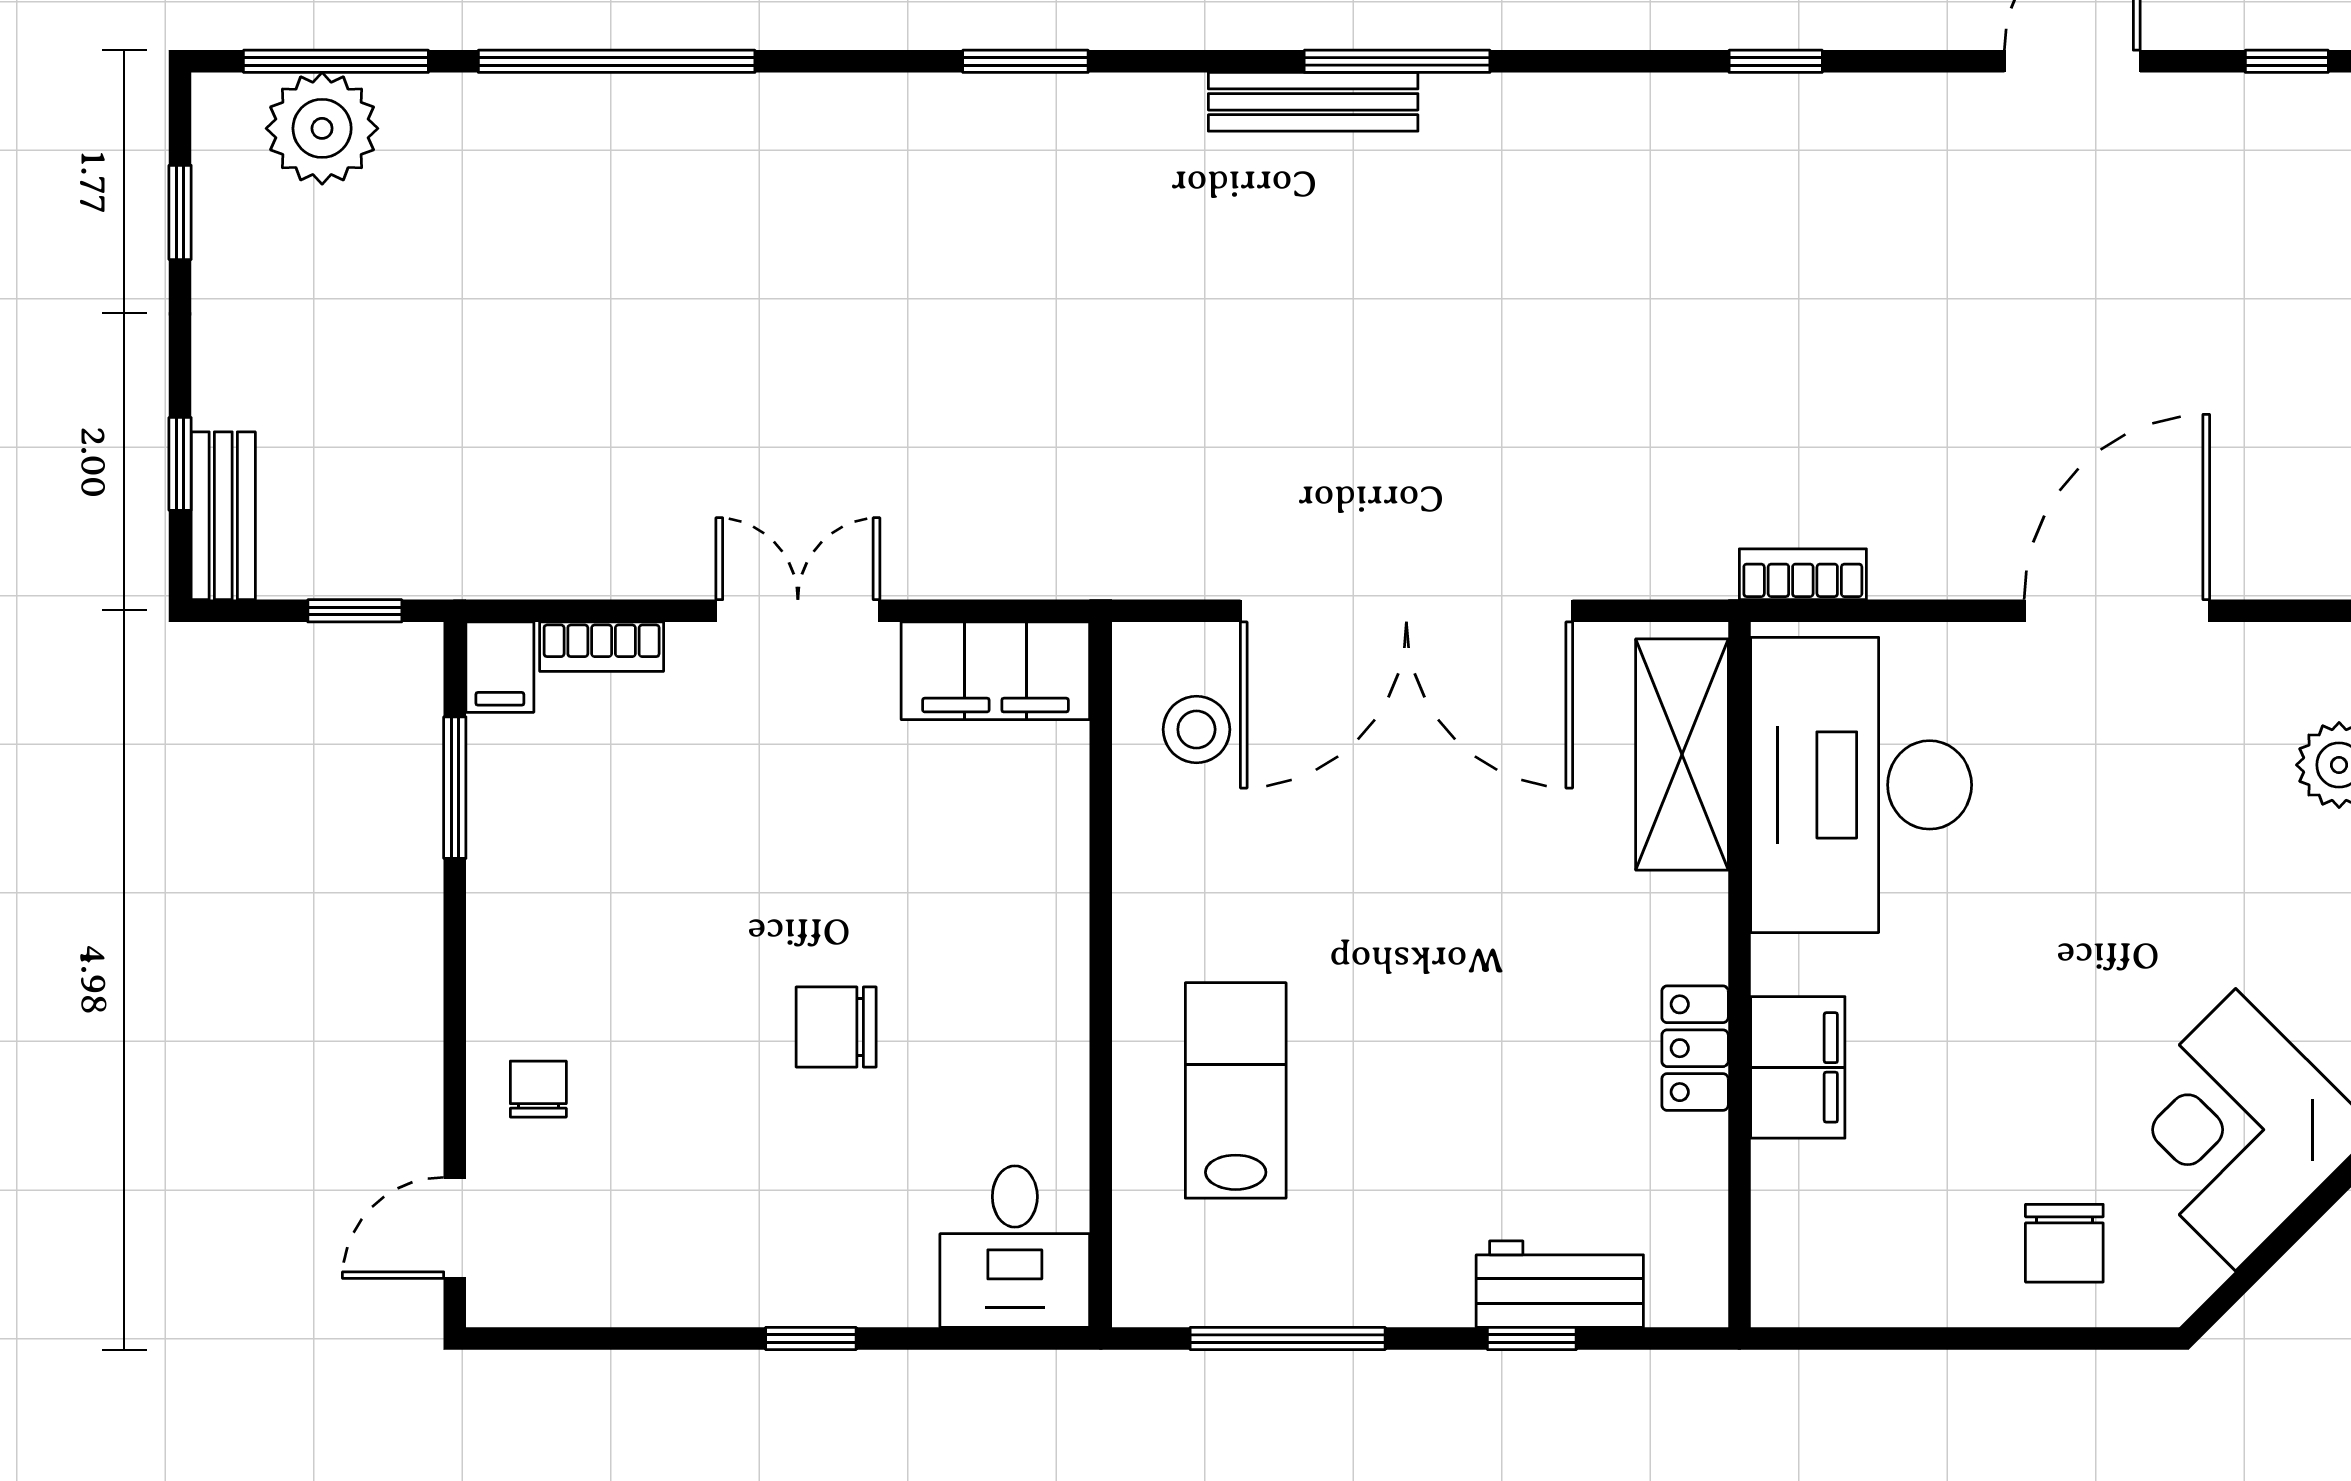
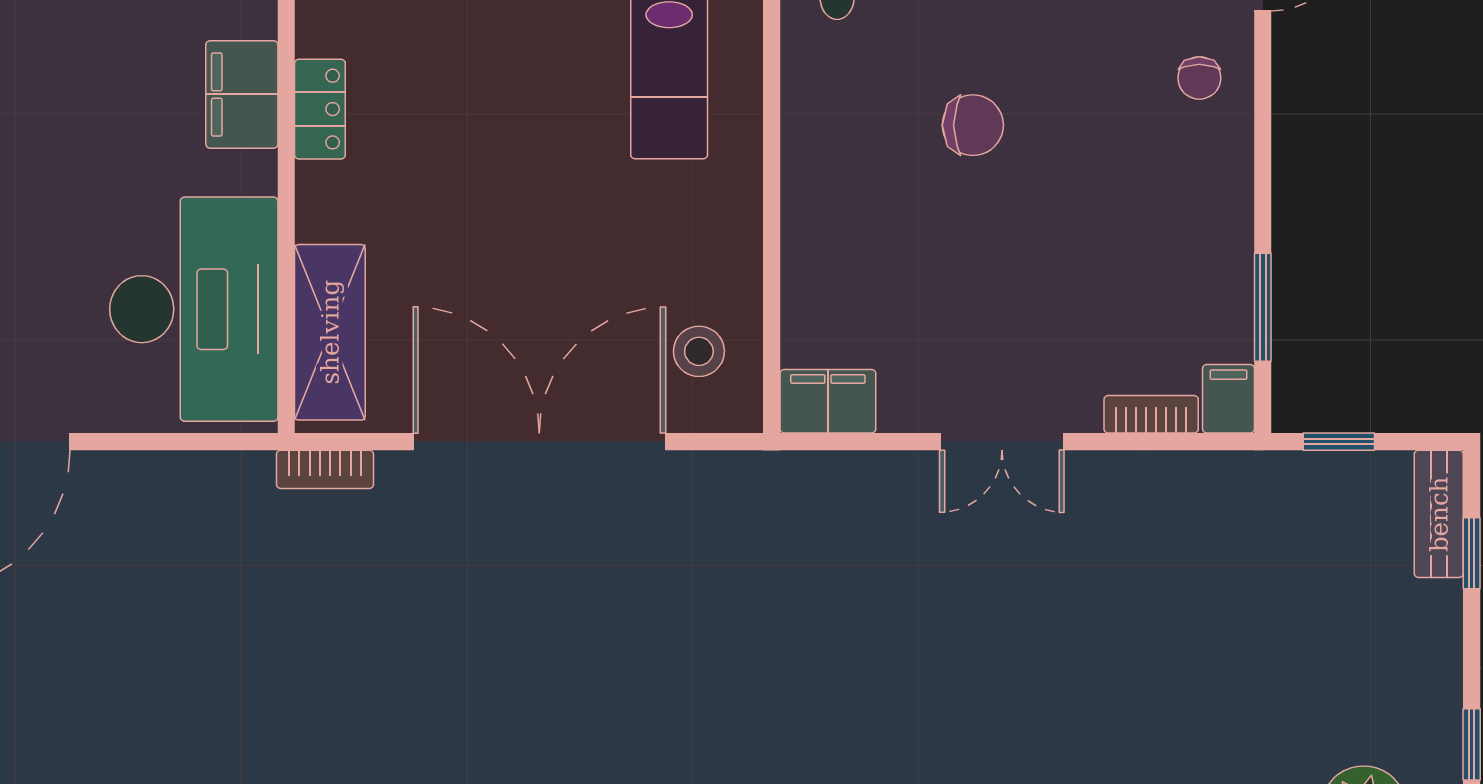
bookcase: (1803, 574) -> (325, 469), moved
filing cabinet: (995, 671) -> (828, 401), width x0.67, depth x0.86

